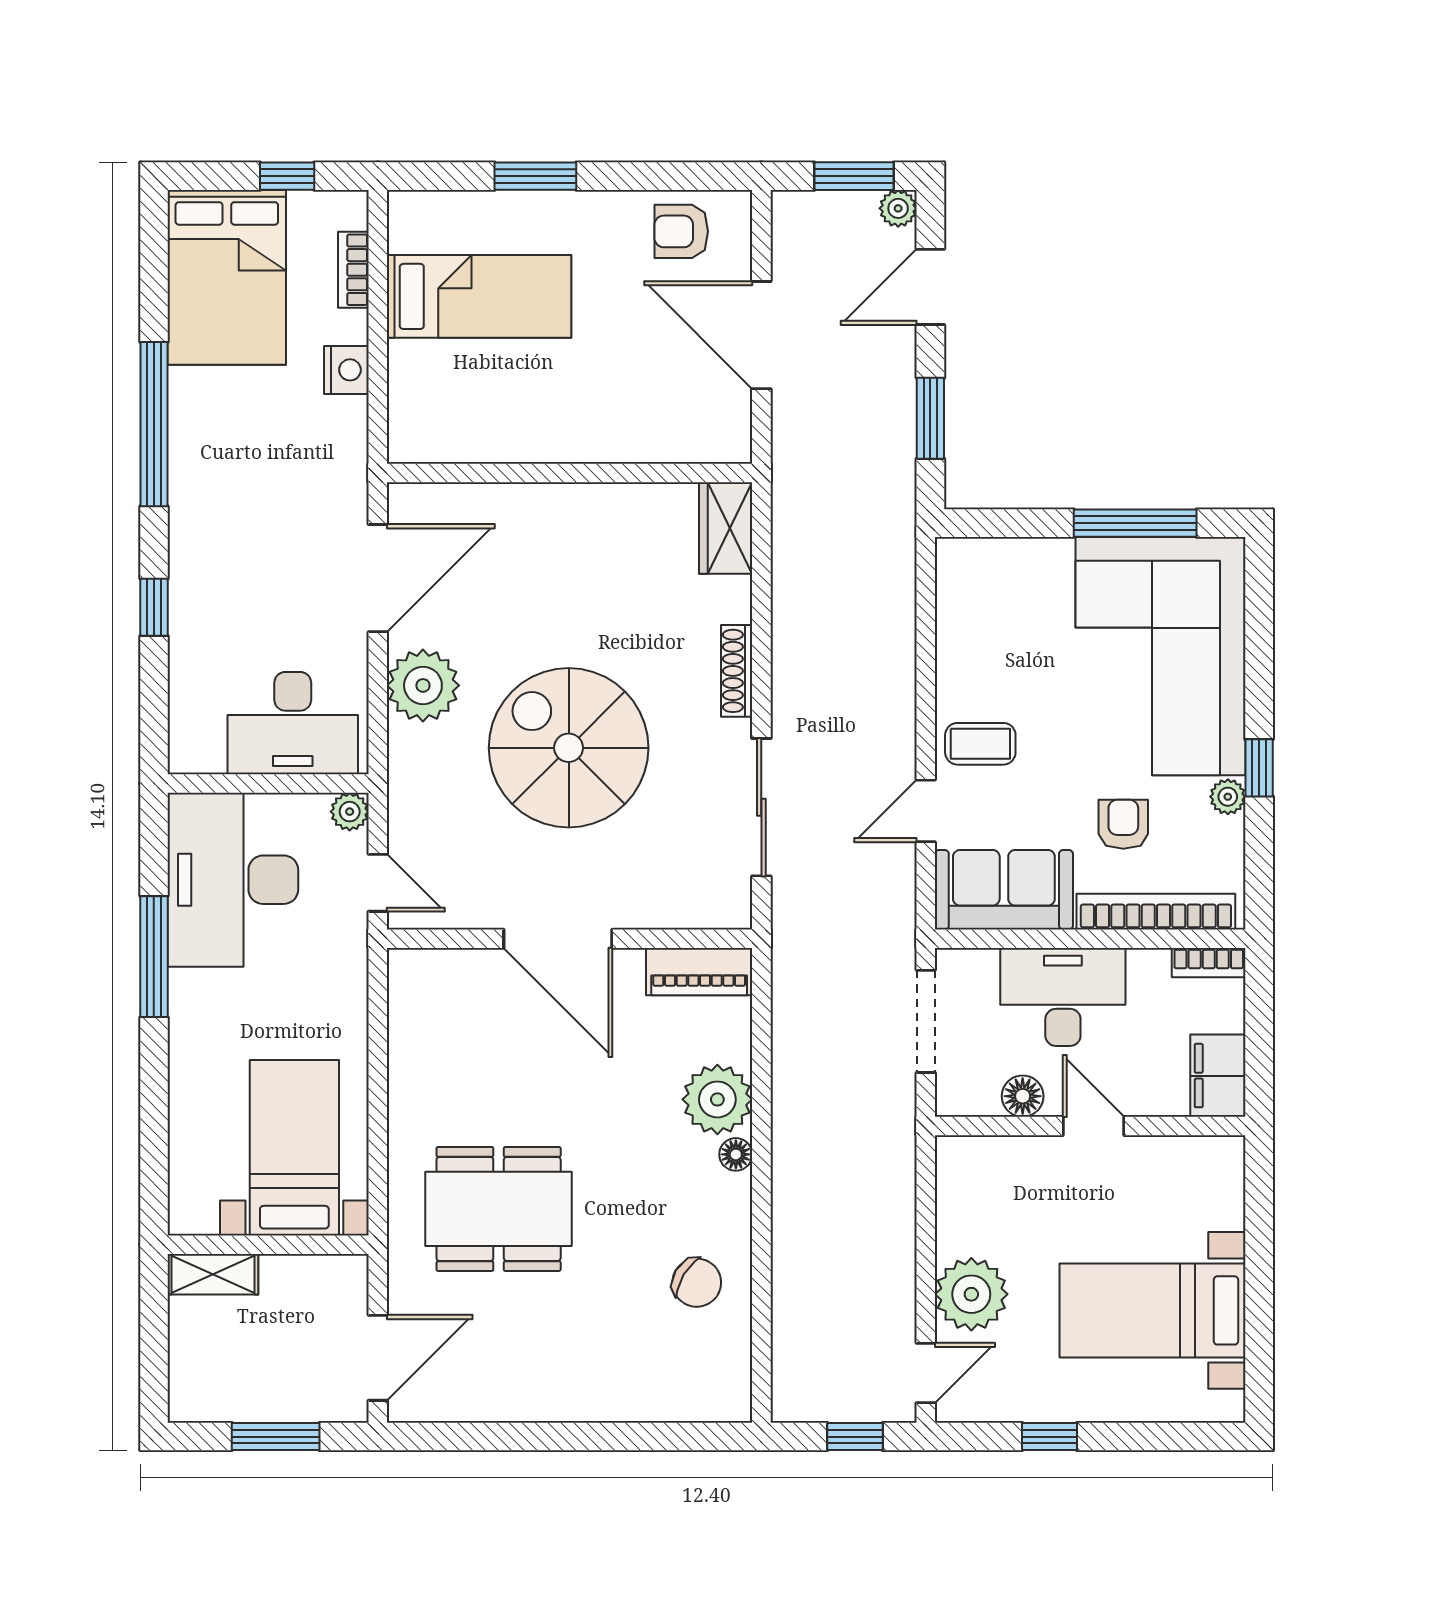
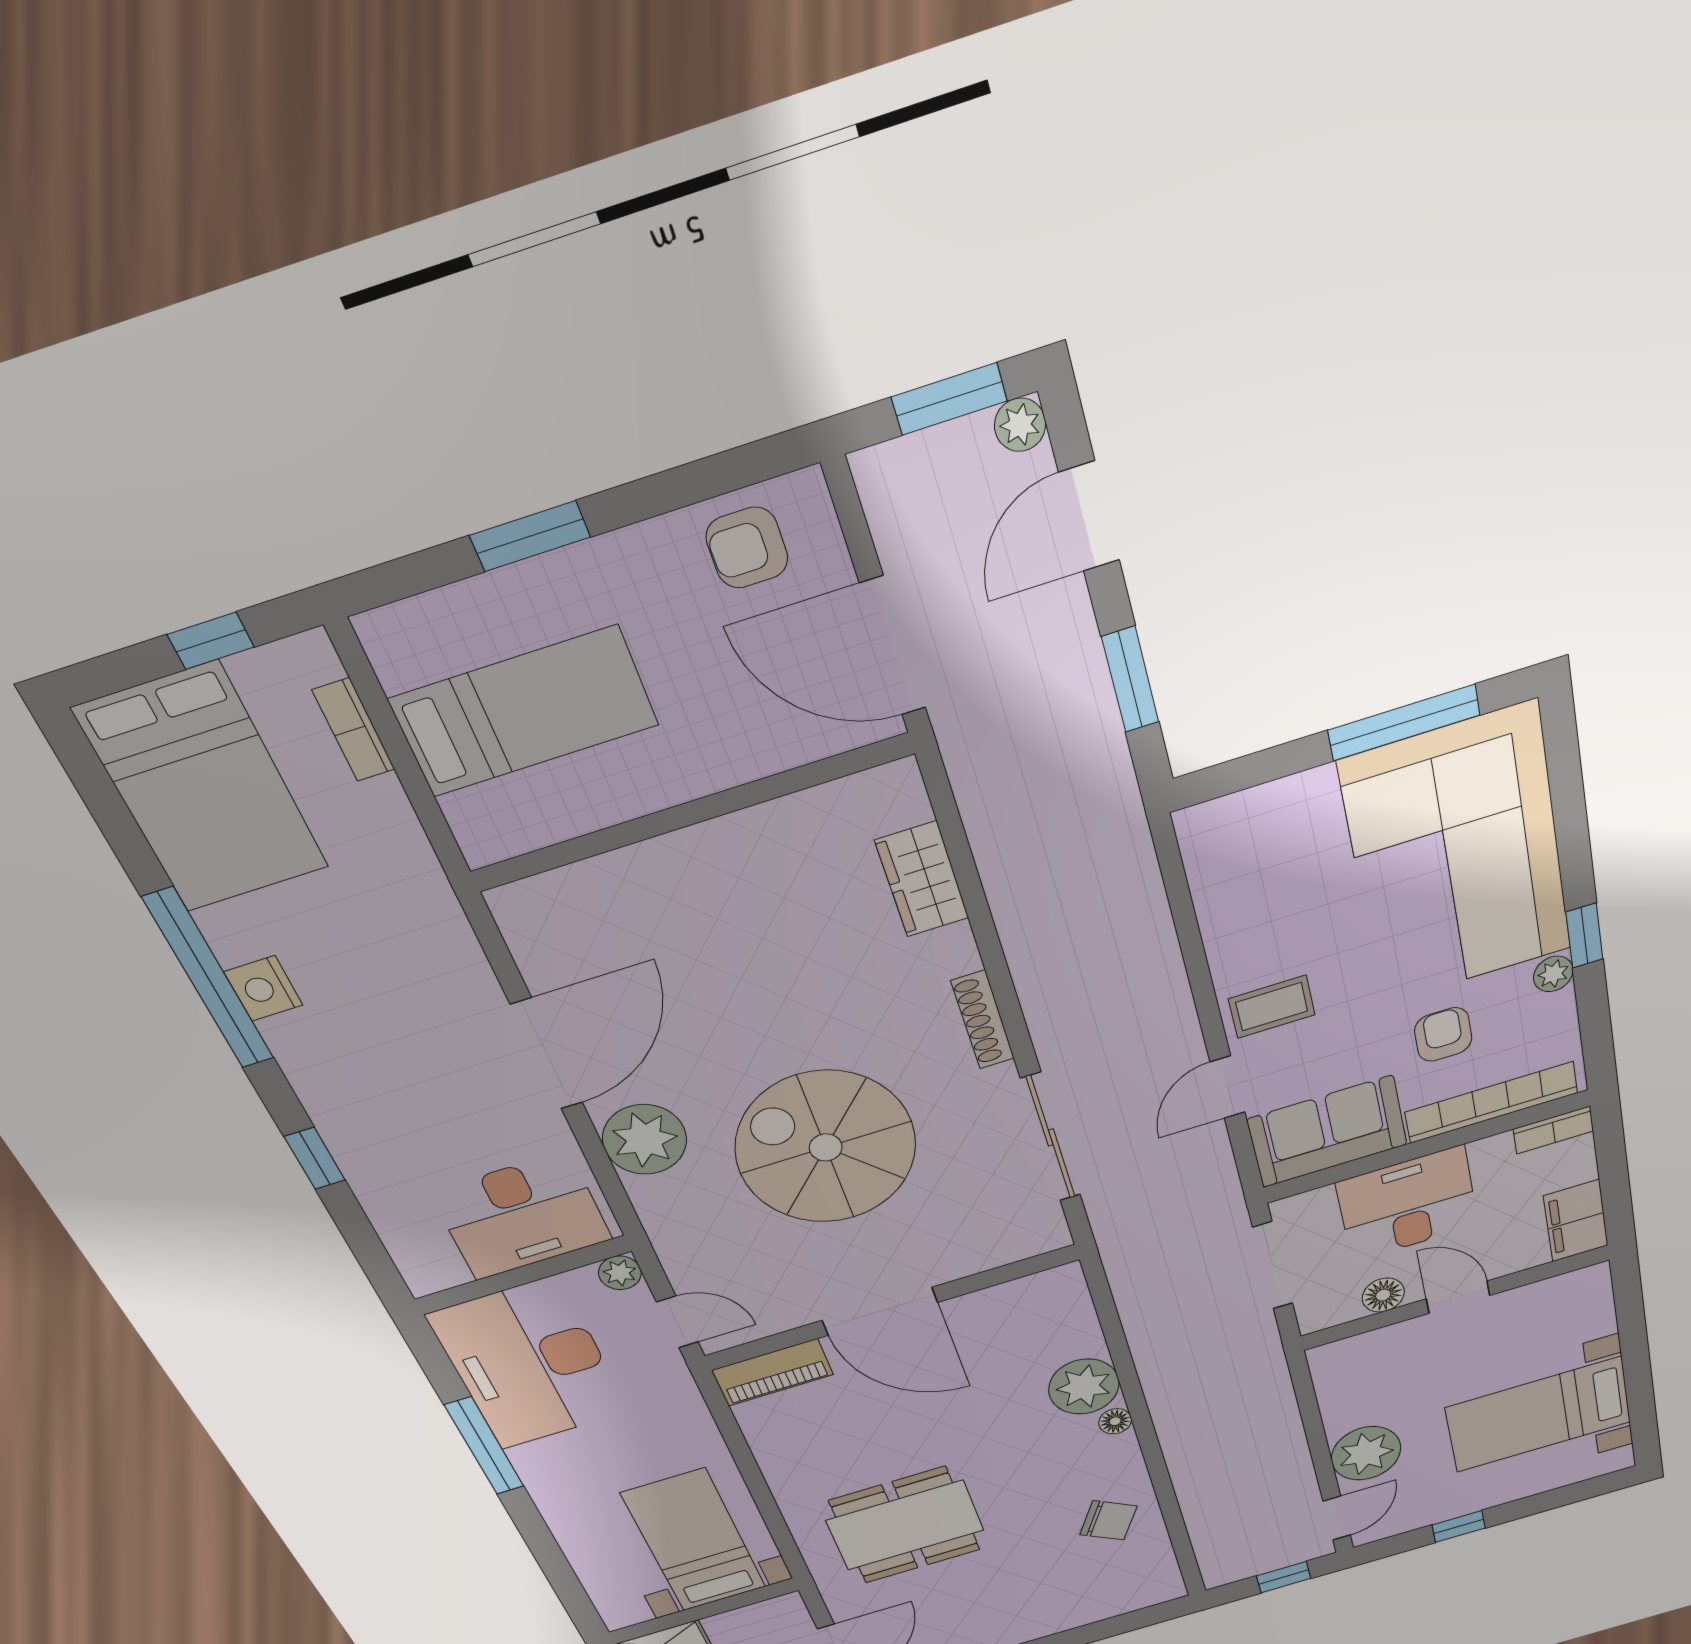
nightstand: (346, 370) -> (263, 988), moved, turned 180
wall: (570, 473) -> (692, 813), moved
piano: (699, 972) -> (773, 1372), moved

